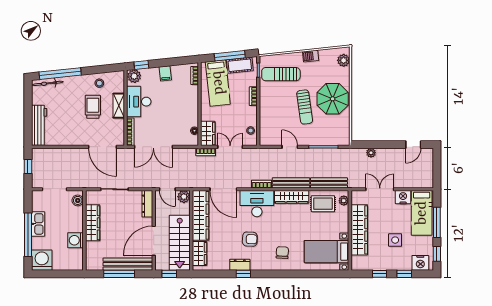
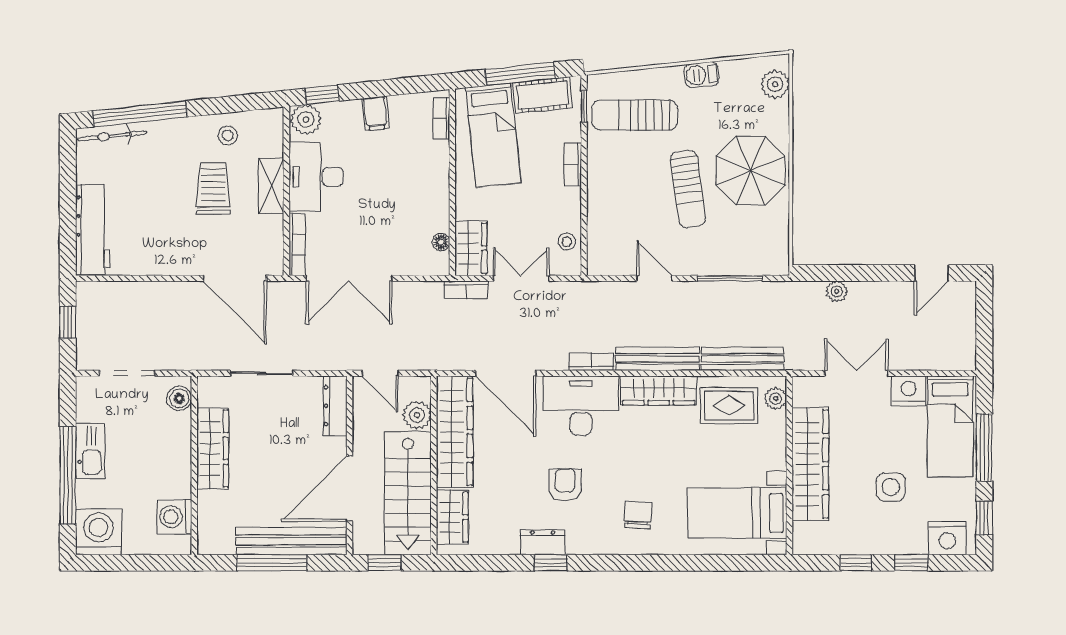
plant: (184, 197) -> (417, 415), moved
armchair: (250, 239) -> (565, 485), turned -93
washing machine: (76, 240) -> (174, 517), moved

